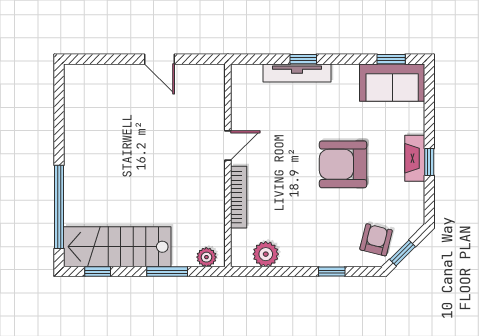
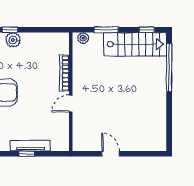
plant: (266, 254) -> (13, 40), moved

